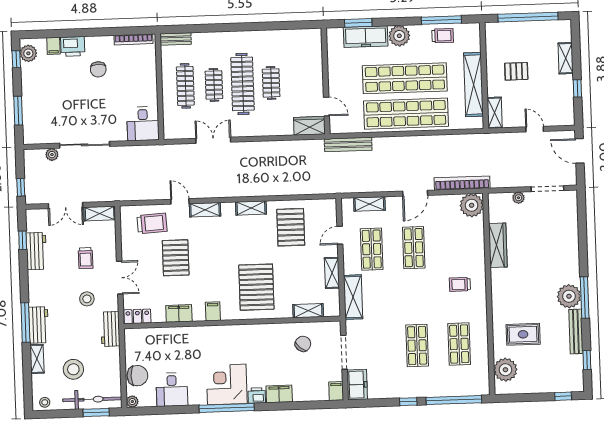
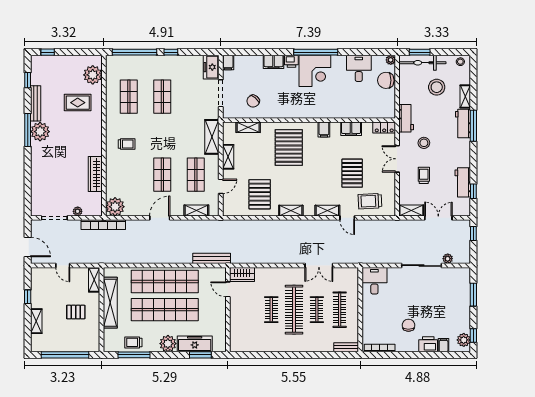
bookcase: (462, 183) -> (103, 225), moved

